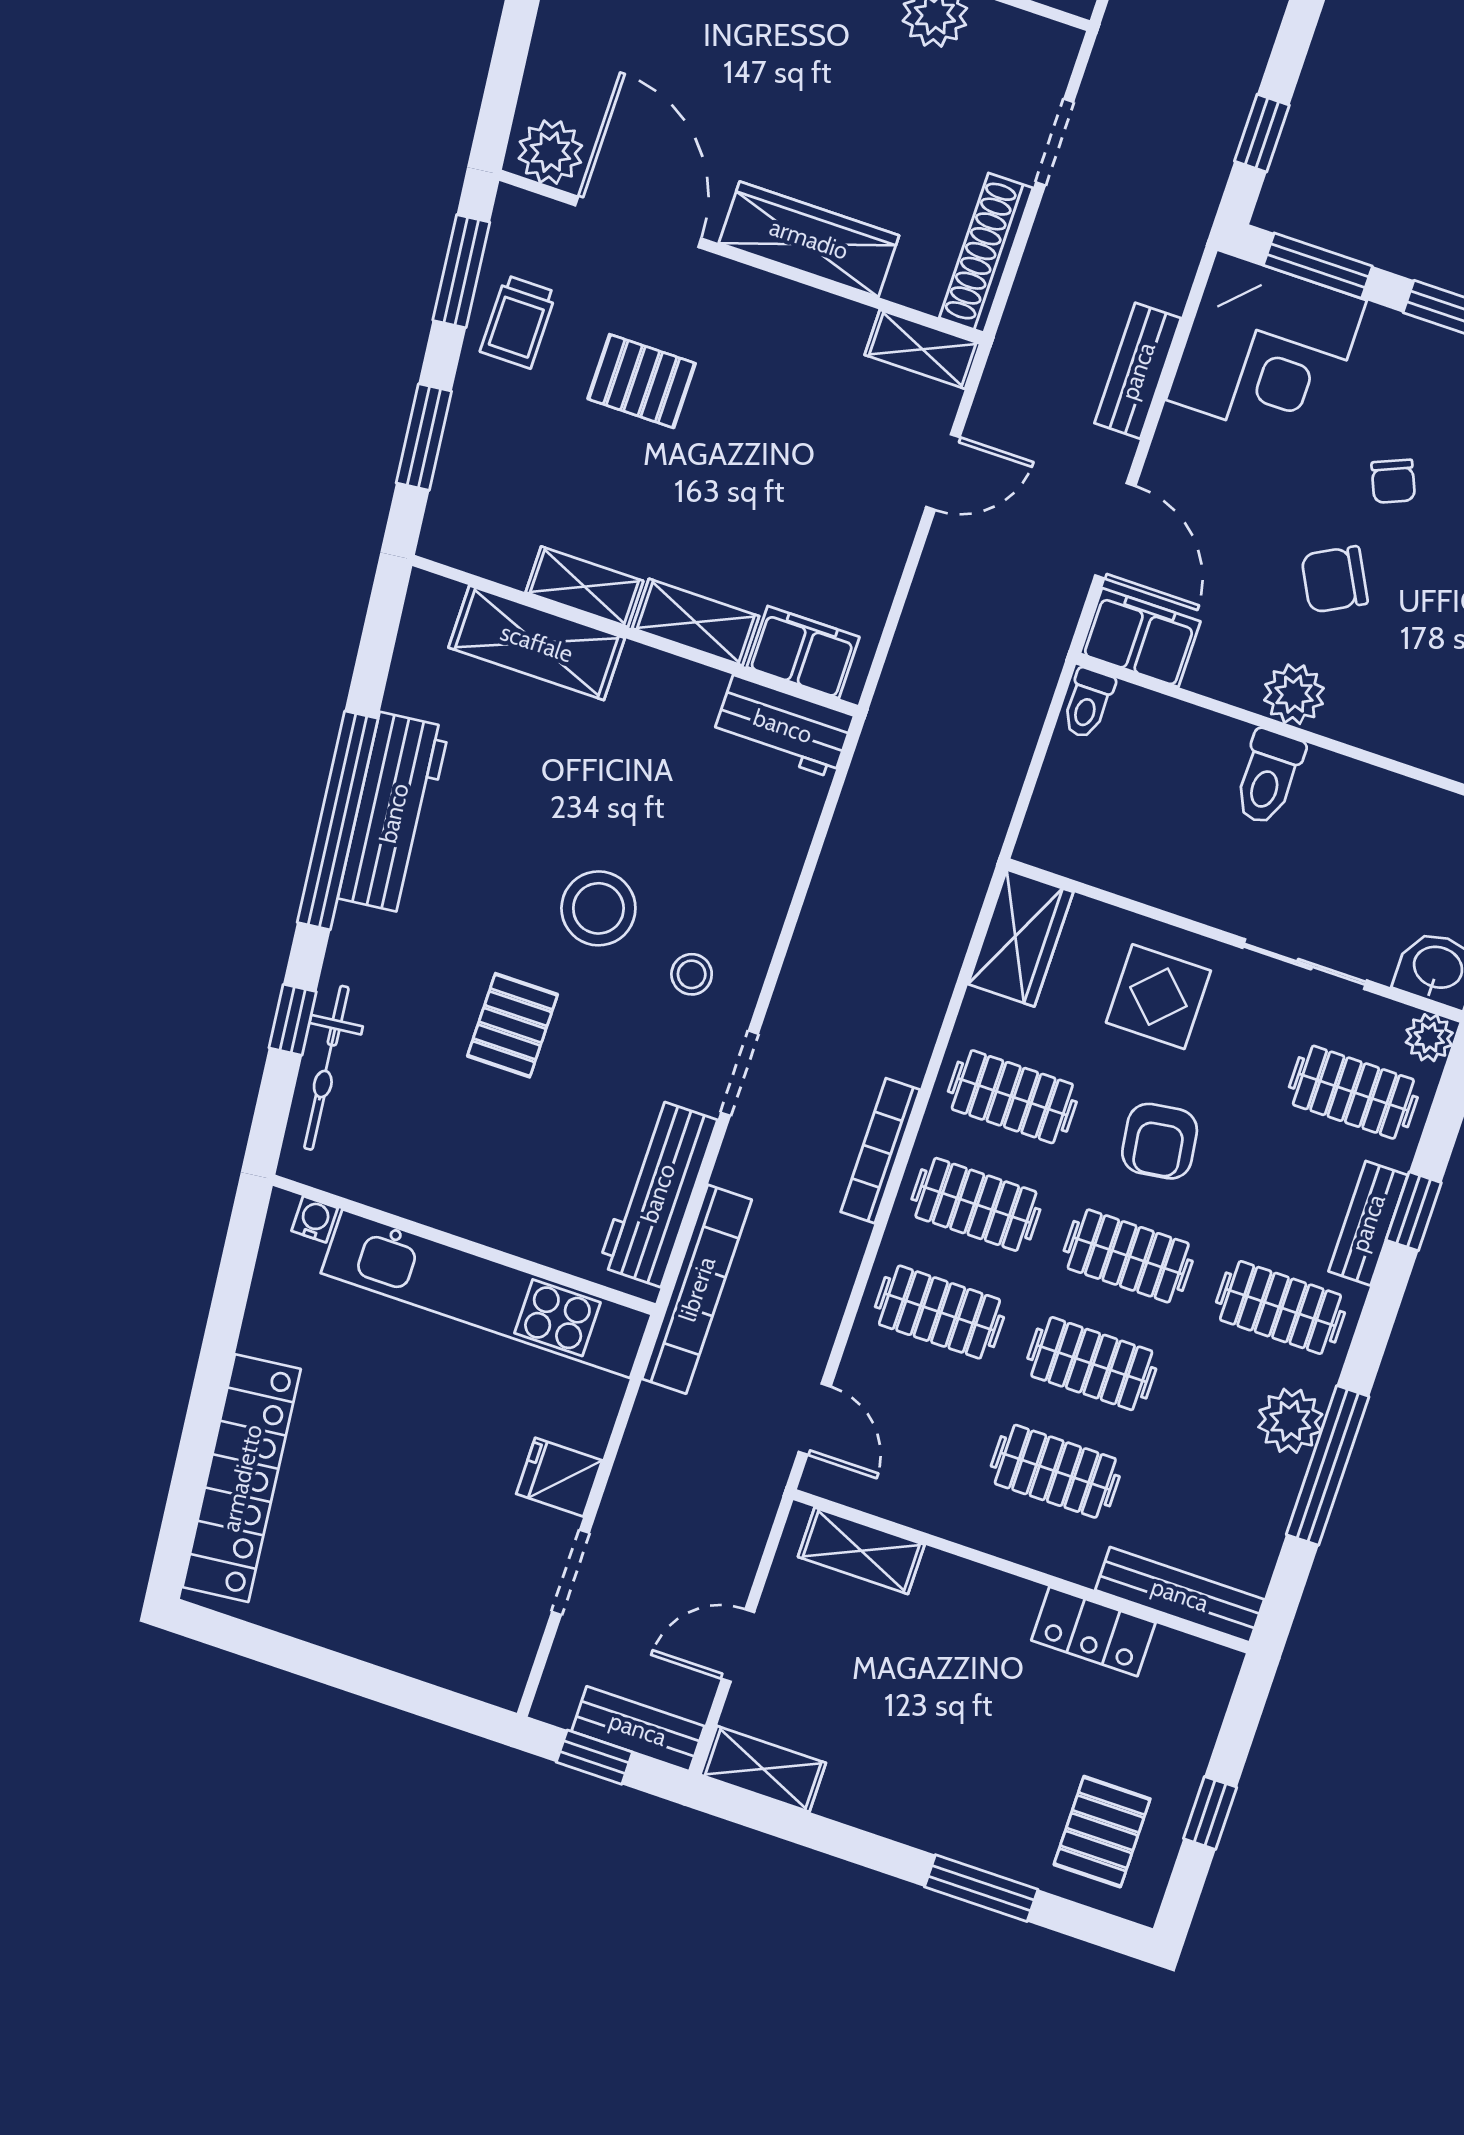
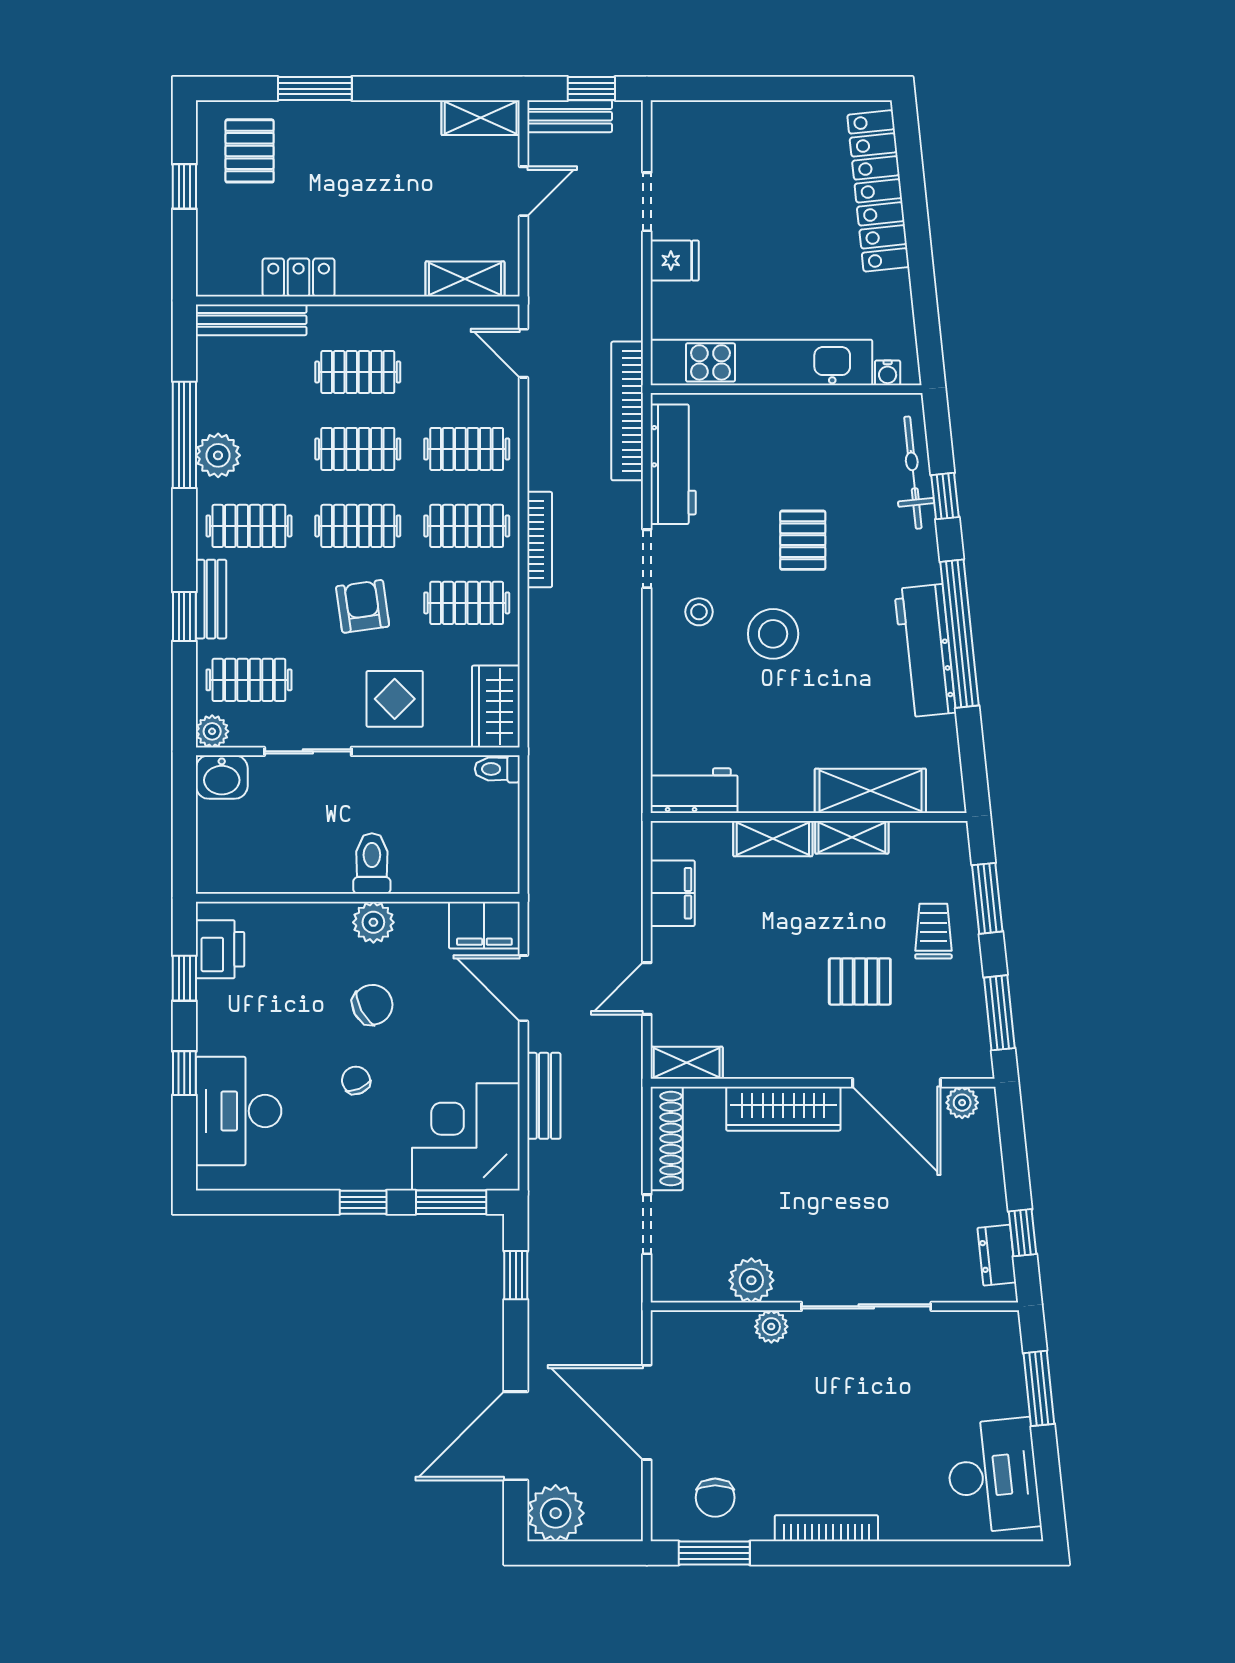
plant: (550, 152) -> (962, 1103), width x0.73, depth x0.73
trolley: (518, 322) -> (933, 931), moved
filing cabinet: (803, 652) -> (673, 893), moved, turned -90
toilet: (1088, 703) -> (497, 769), moved, turned -90

